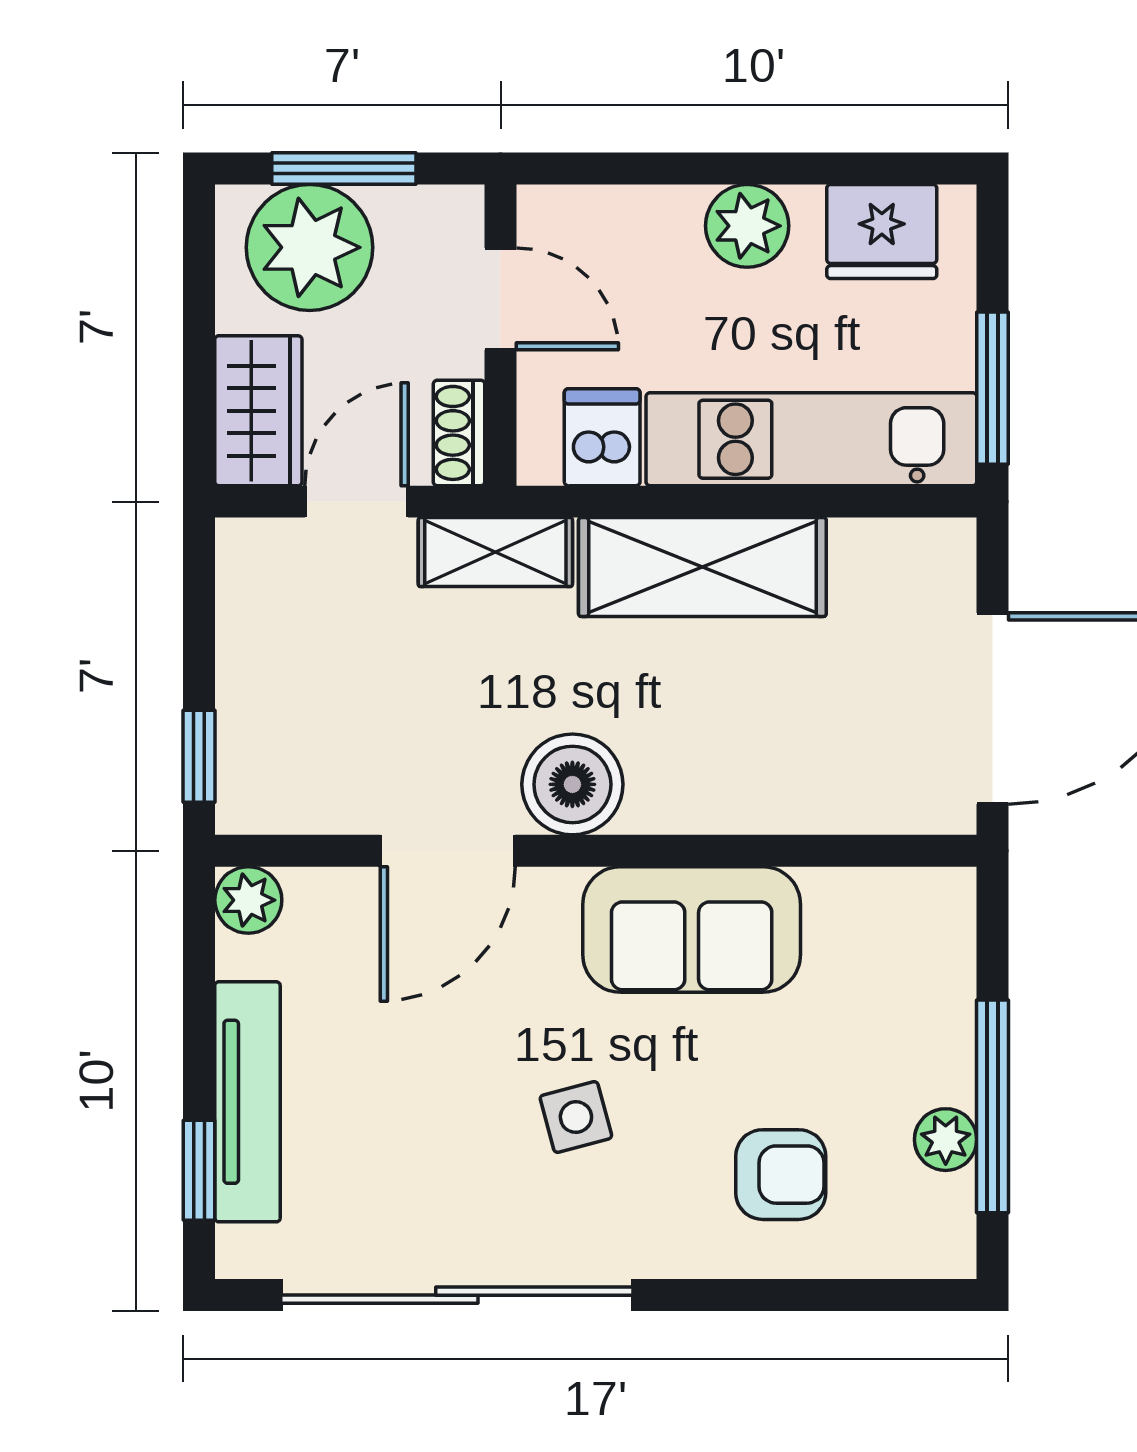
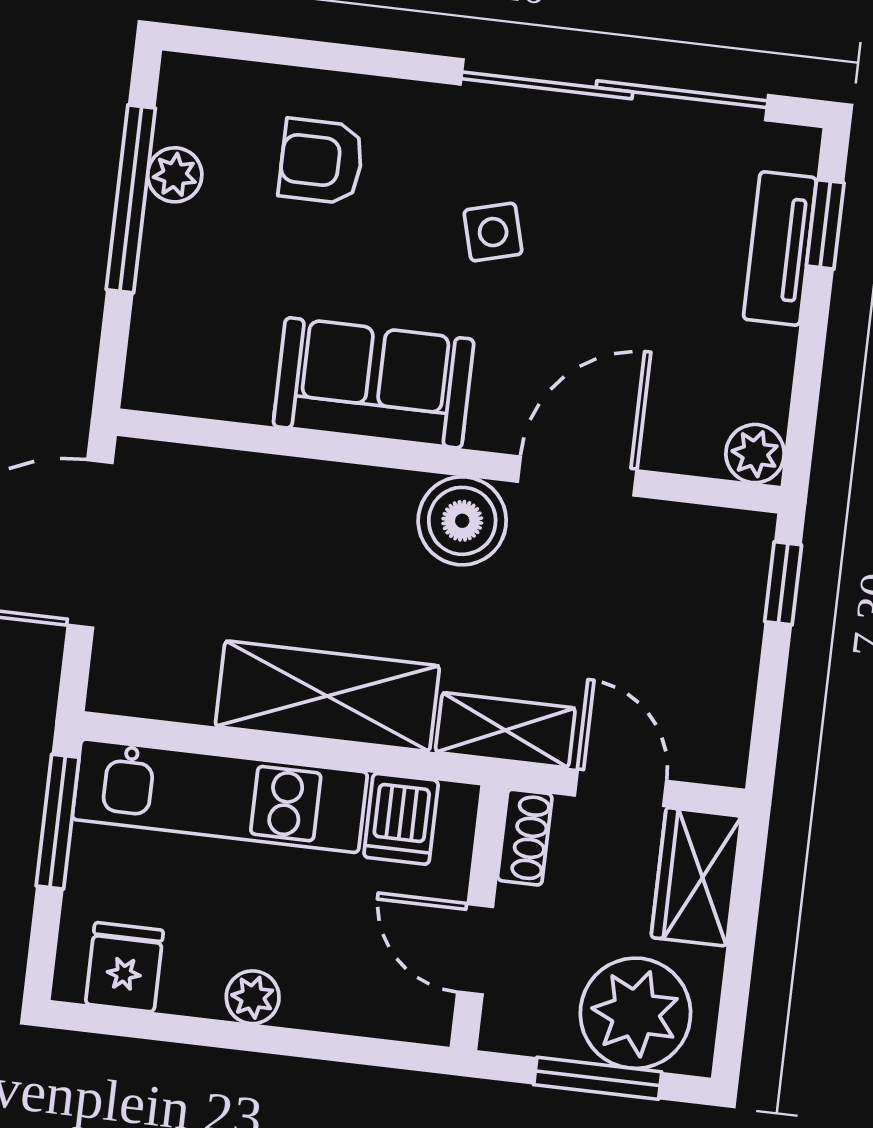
plant: (747, 226) -> (253, 997), width x0.73, depth x0.73
fridge: (882, 231) -> (124, 967), width x0.72
door: (357, 502) -> (621, 788), swing flipped
tv unit: (247, 1102) -> (780, 248), width x0.71

